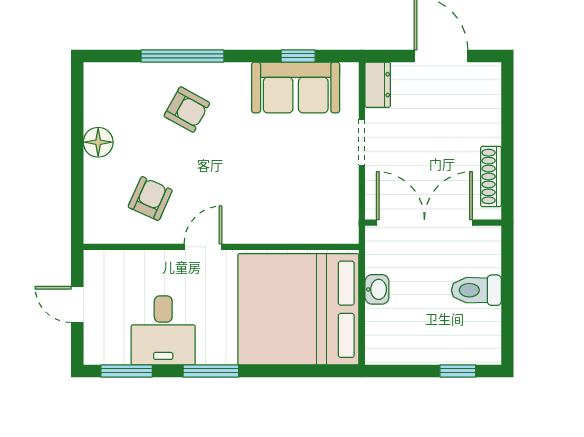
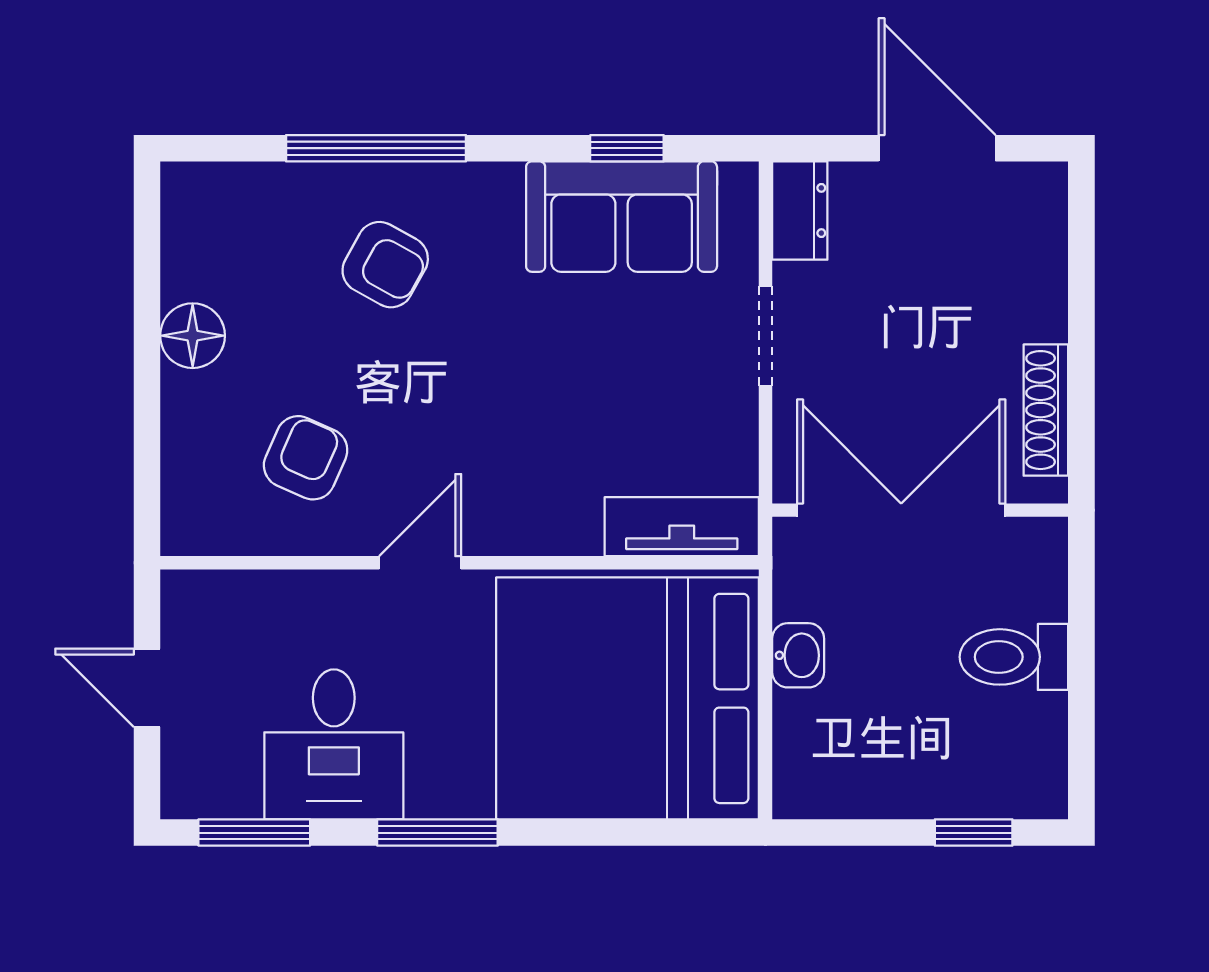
tv unit: (323, 230) -> (682, 527), added

